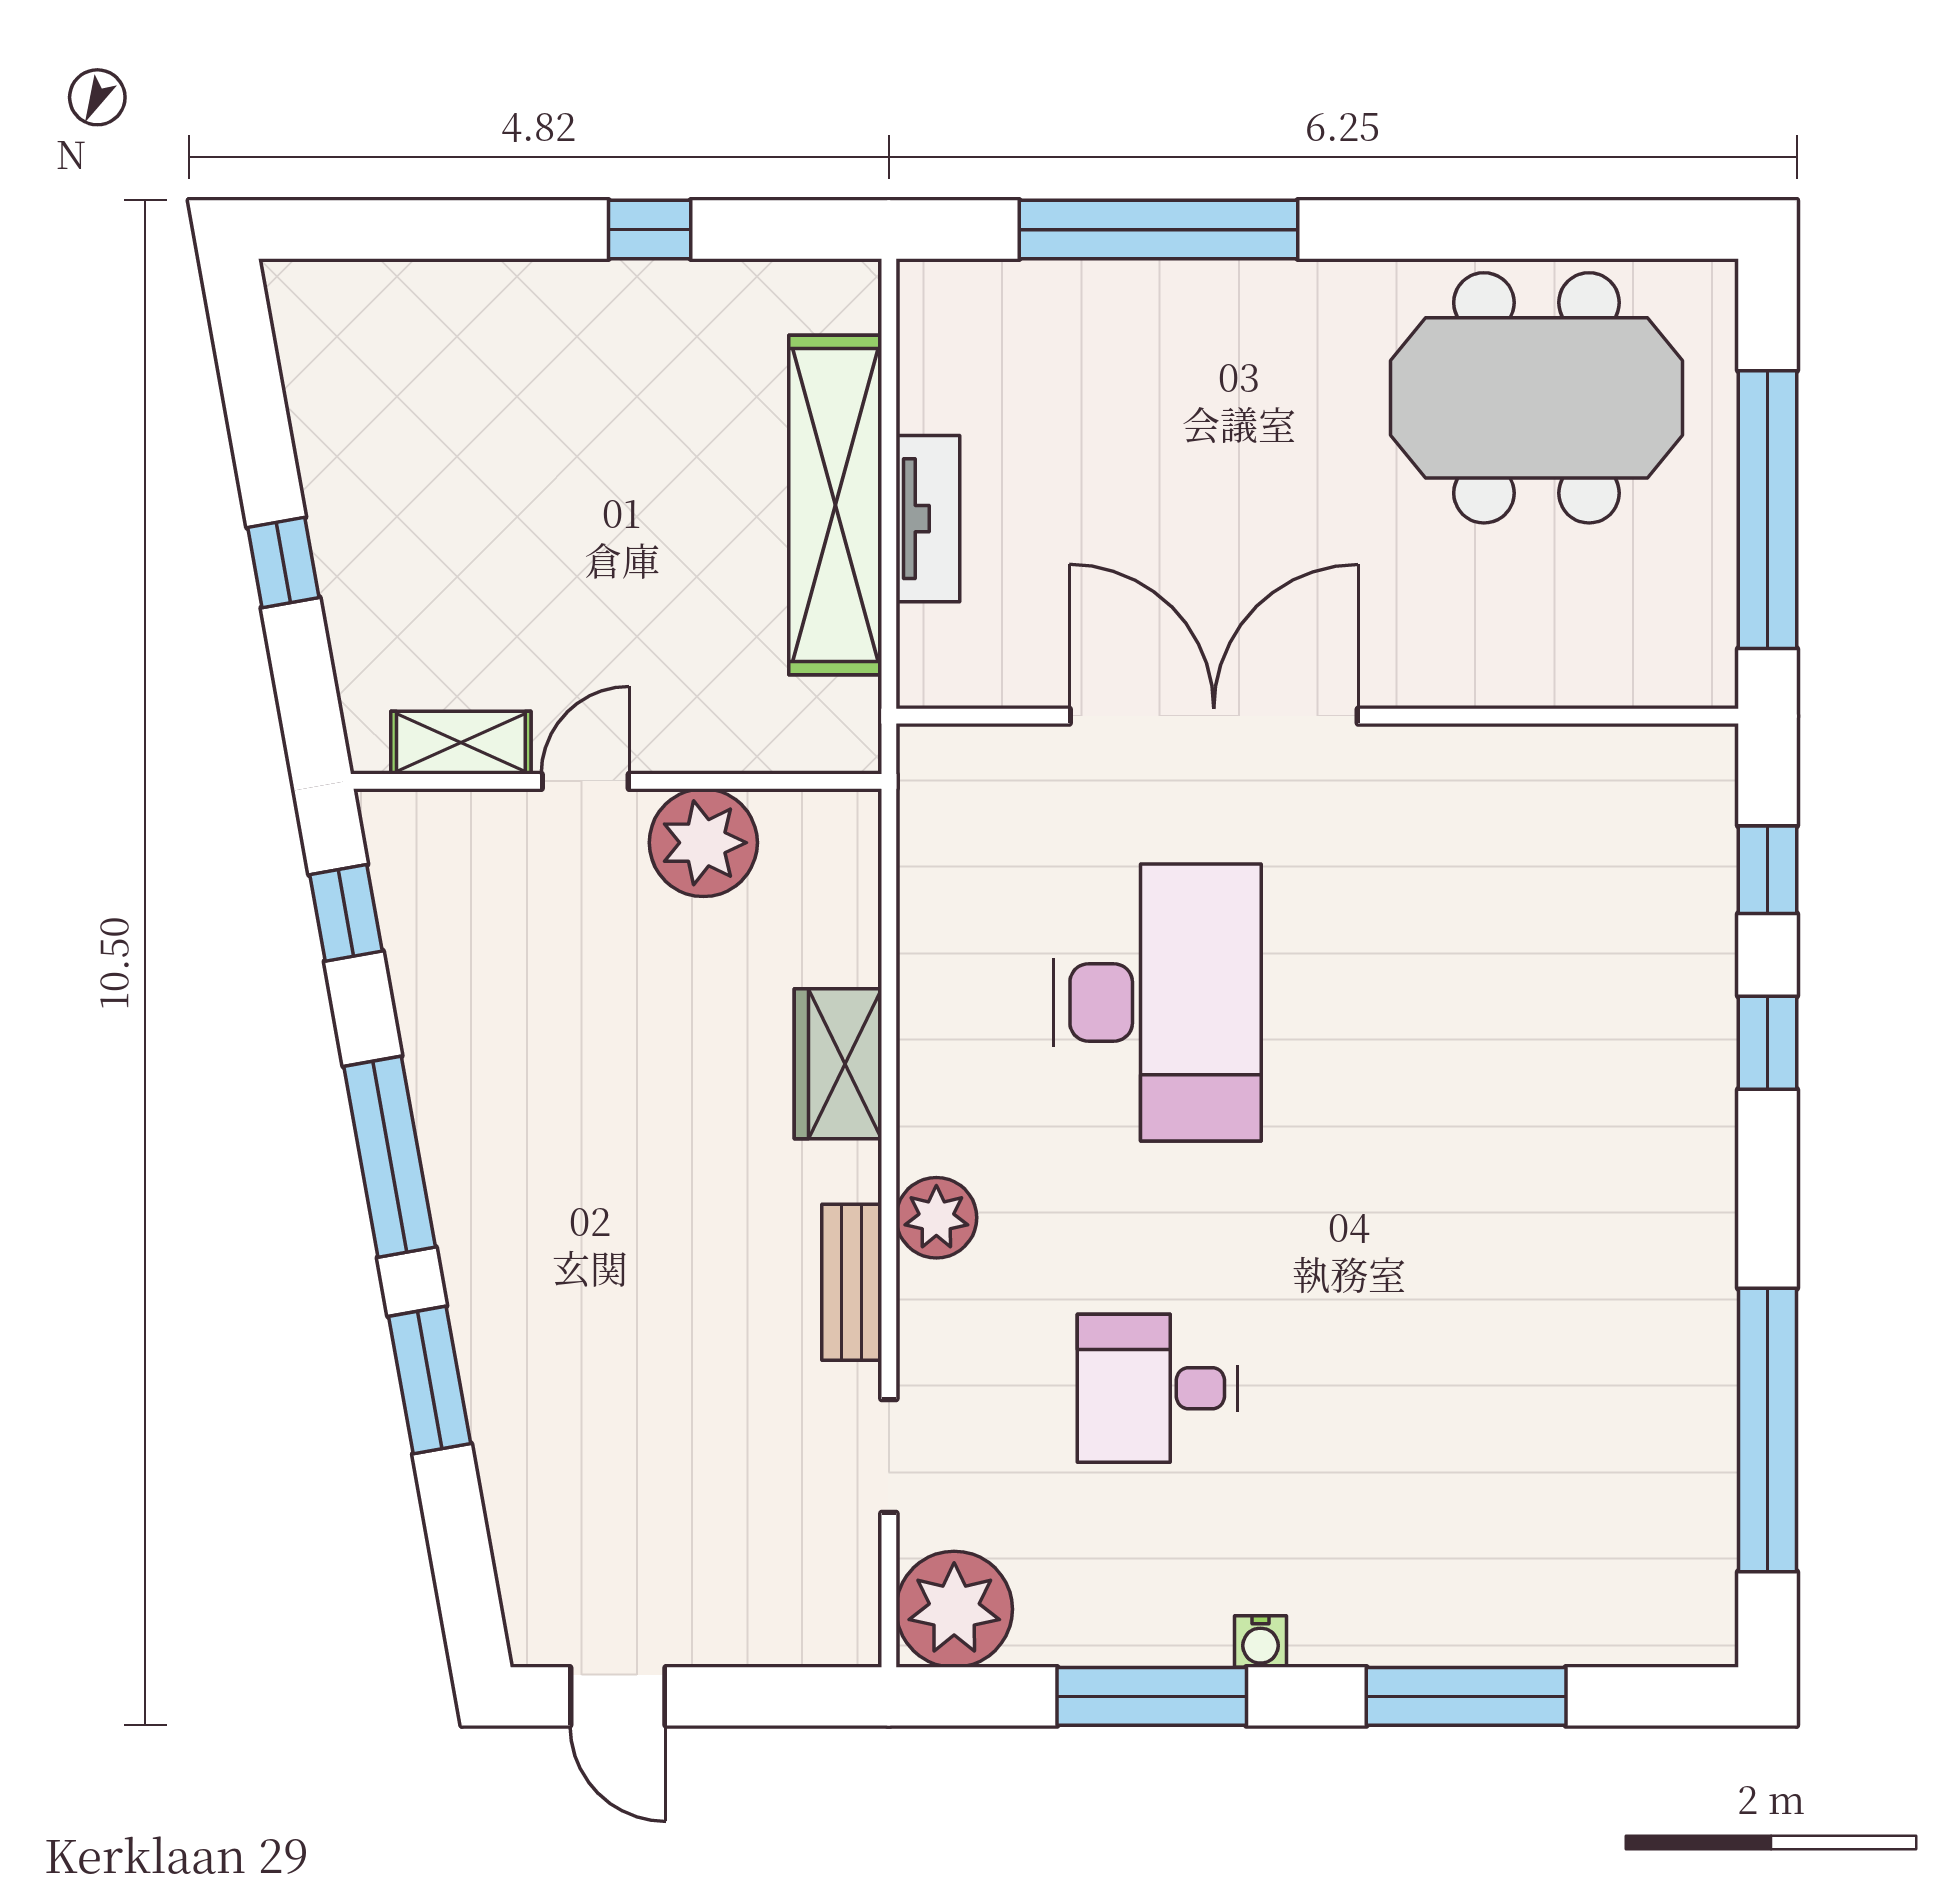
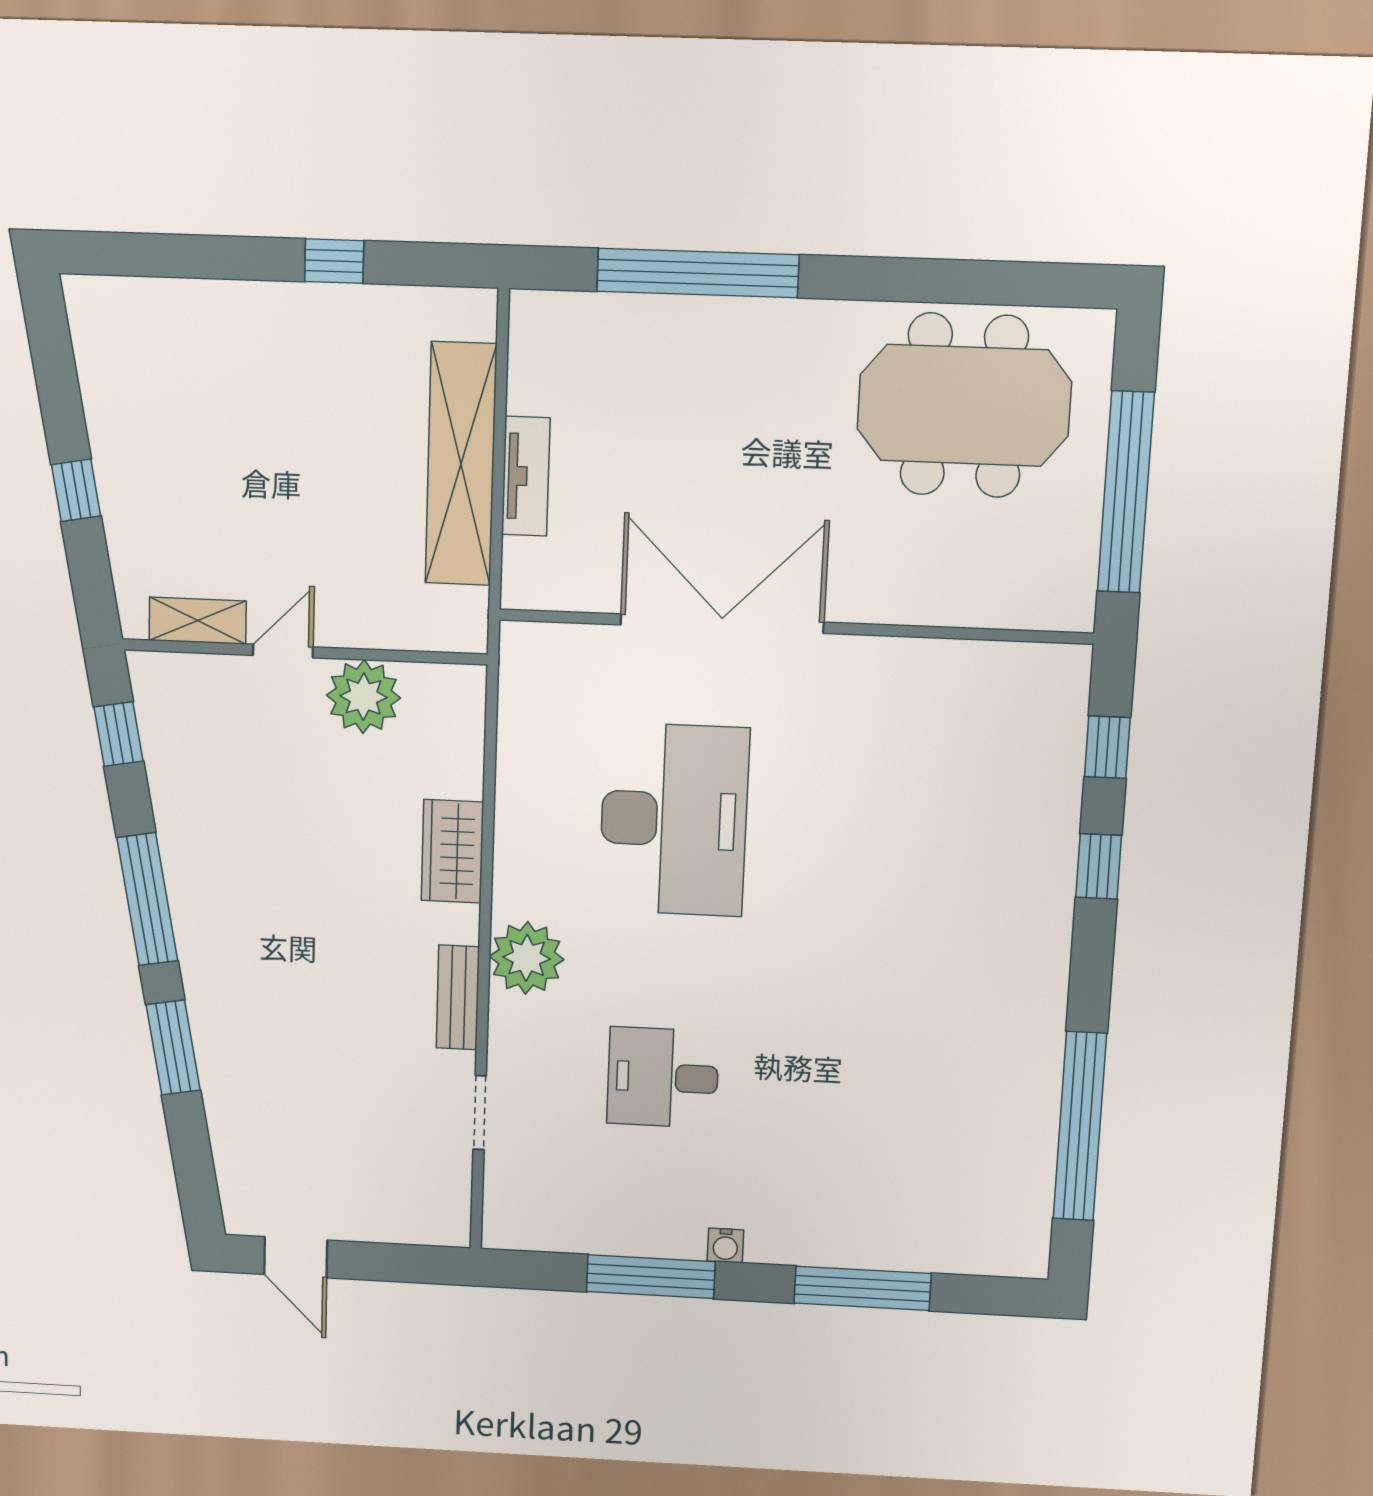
plant: (936, 1218) -> (527, 958), width x1.36, depth x1.36
plant: (954, 1609) -> (520, 1214), removed

